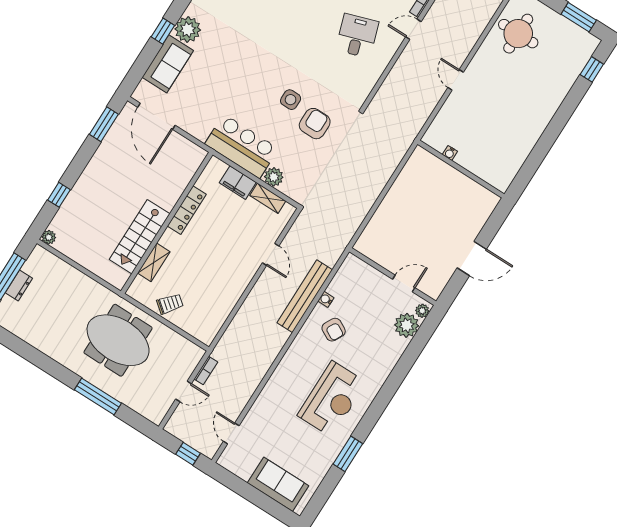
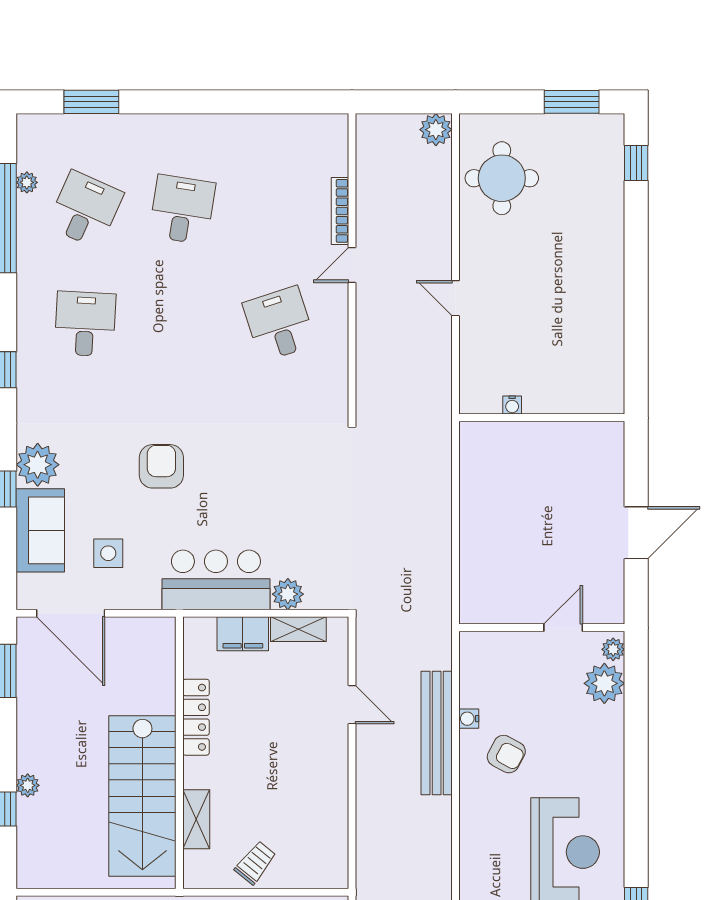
side table: (291, 100) -> (108, 553), moved
armchair: (315, 124) -> (161, 466), moved
plant: (49, 237) -> (28, 785), moved
stairs: (140, 237) -> (142, 796), width x1.36, depth x1.51

